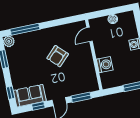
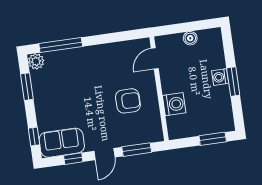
armchair: (58, 56) -> (128, 101), moved, turned -135

